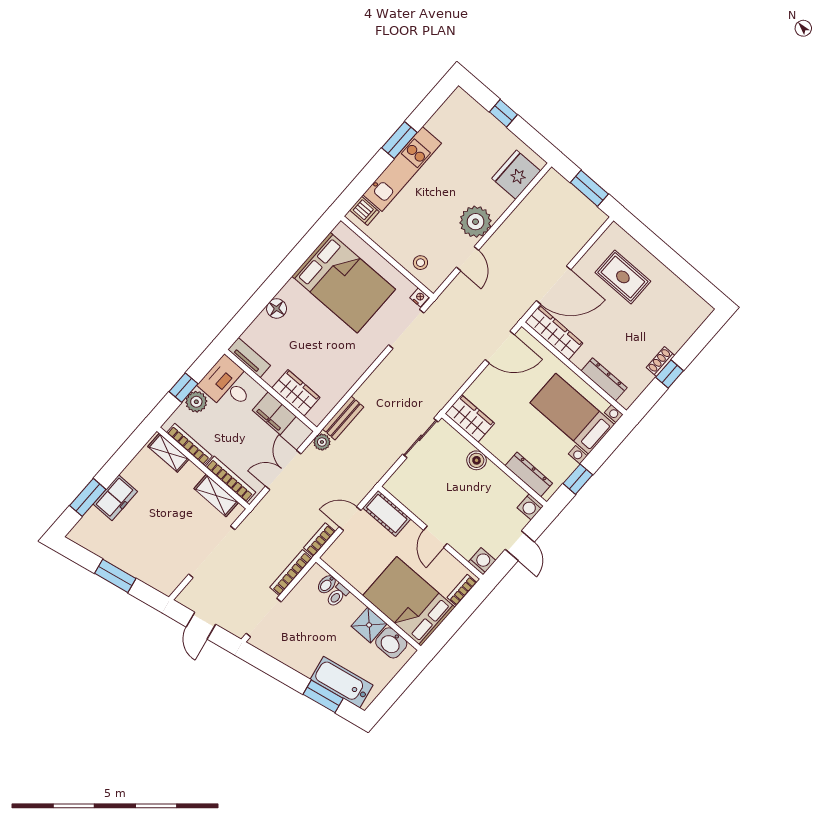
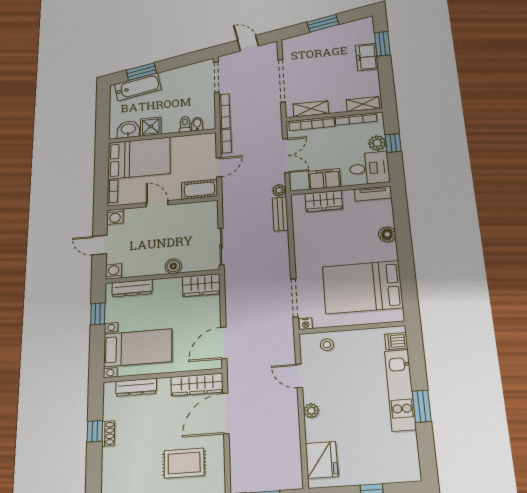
plant: (476, 222) -> (311, 411), width x0.53, depth x0.53

